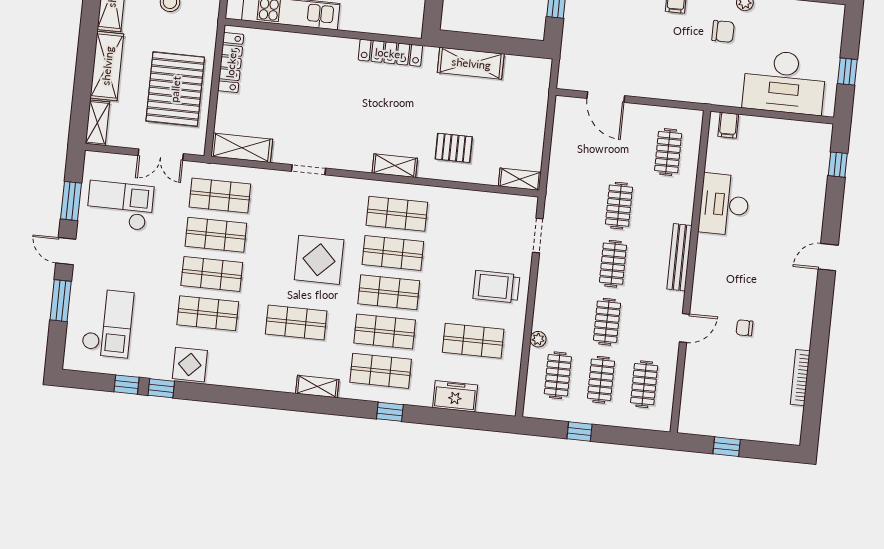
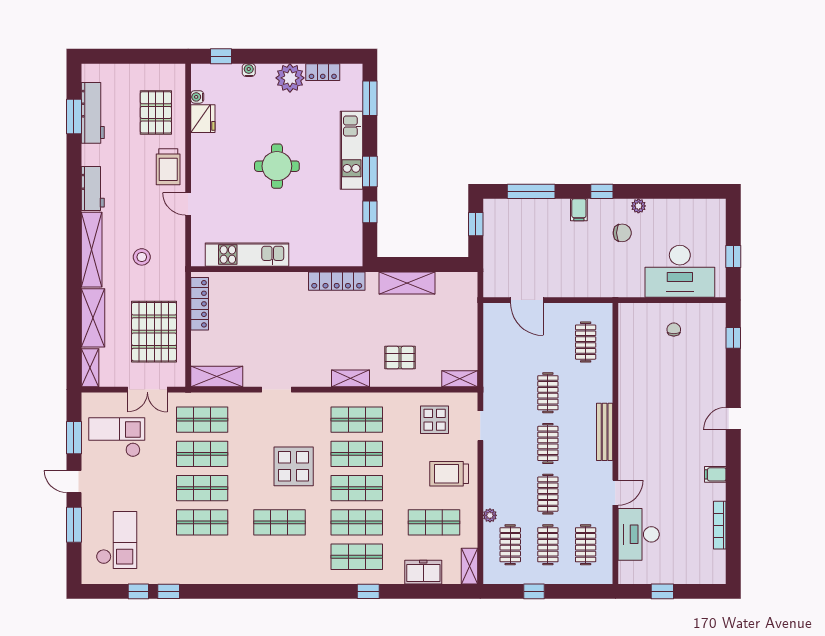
filing cabinet: (728, 125) -> (715, 474), moved, turned 90
desk: (724, 204) -> (639, 534), moved
chair: (744, 328) -> (674, 329), moved, turned 90
display table: (190, 365) -> (435, 420), moved
shelving: (317, 386) -> (469, 566), moved, turned 90

